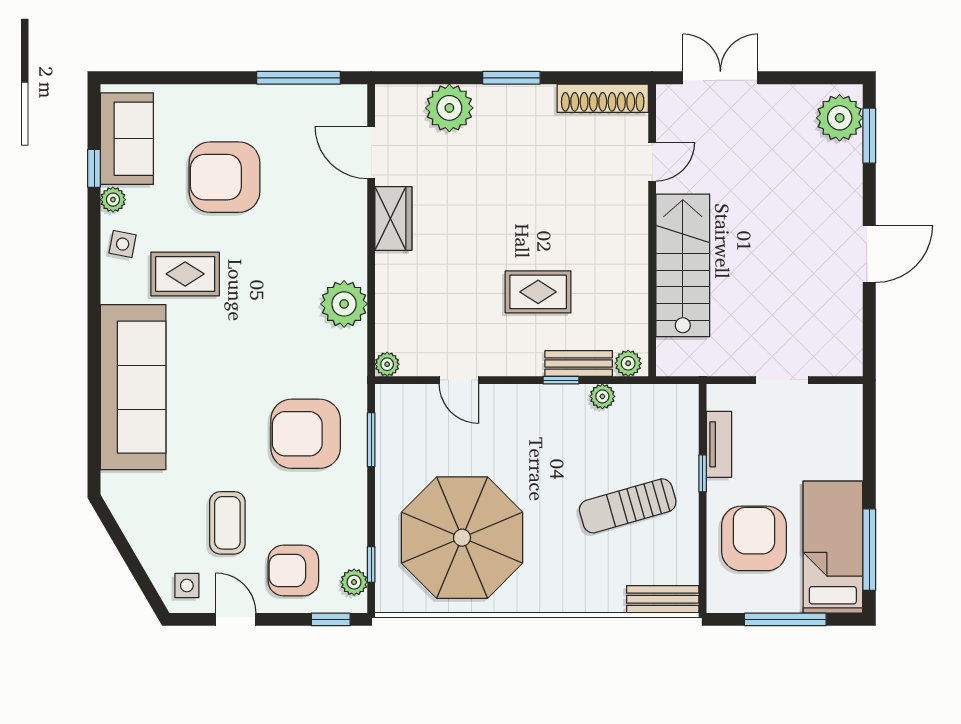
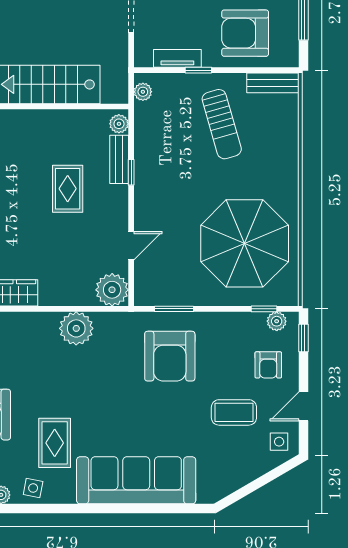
plant: (387, 364) -> (112, 290), width x1.88, depth x1.88
plant: (602, 396) -> (143, 92), moved
armchair: (293, 570) -> (268, 365), width x0.72, depth x0.72
bench: (663, 599) -> (273, 83), moved, turned 90

